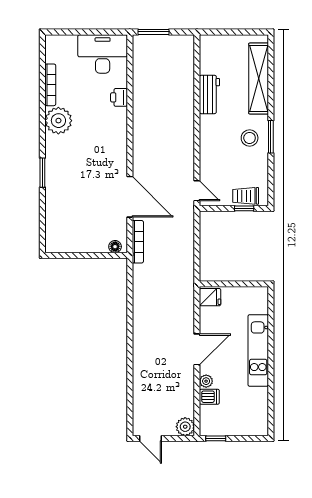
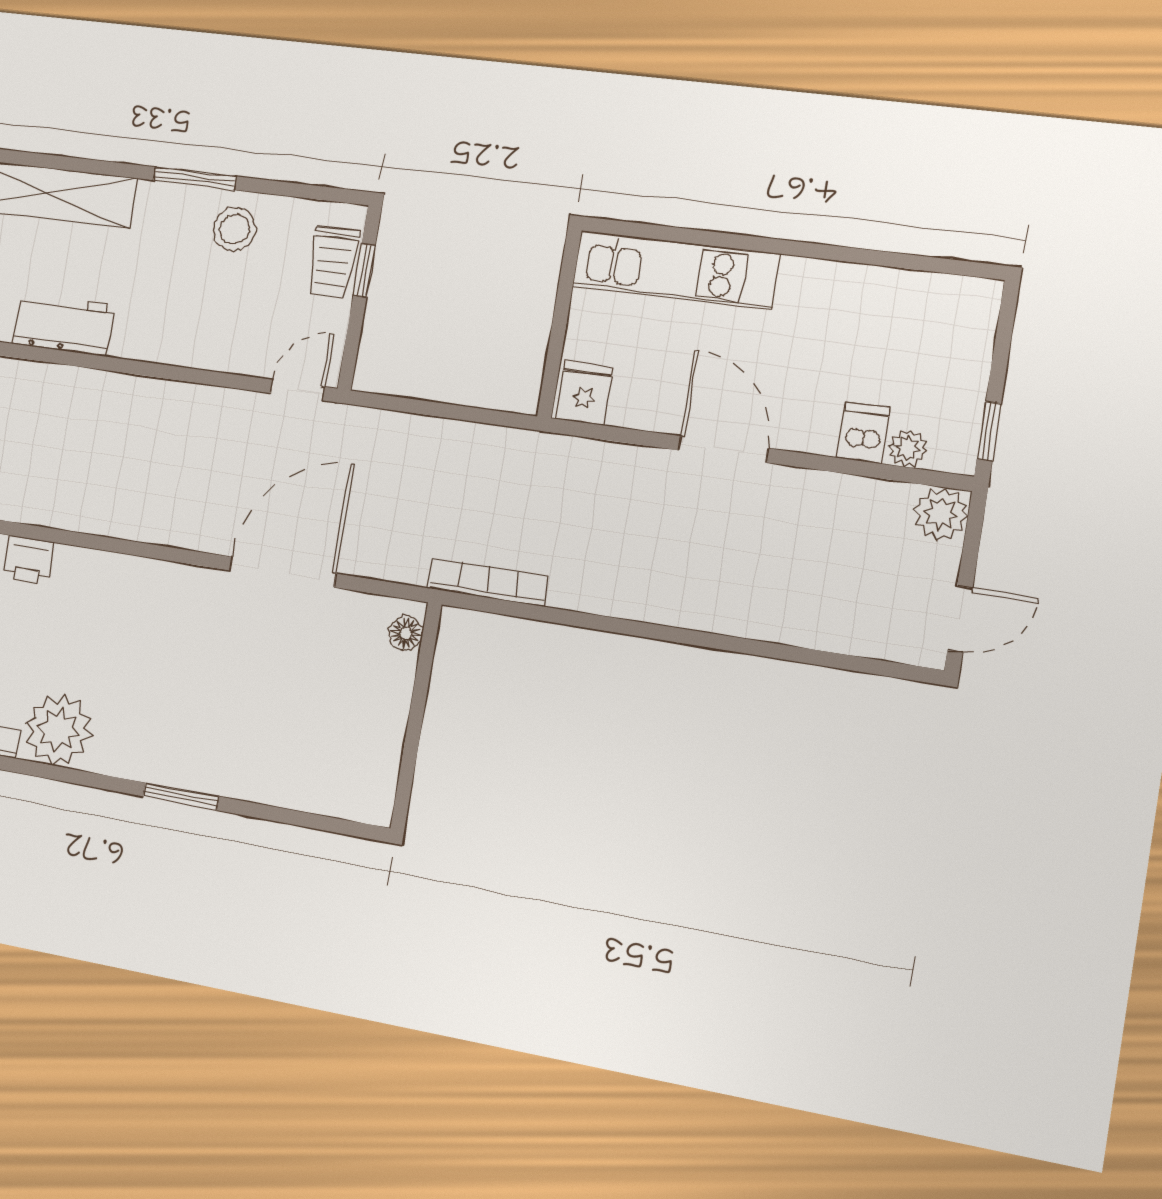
stool: (250, 138) -> (235, 229), moved
bookcase: (138, 242) -> (488, 582), moved
kitchen unit: (258, 350) -> (675, 270), moved
plant: (206, 381) -> (908, 448), moved

